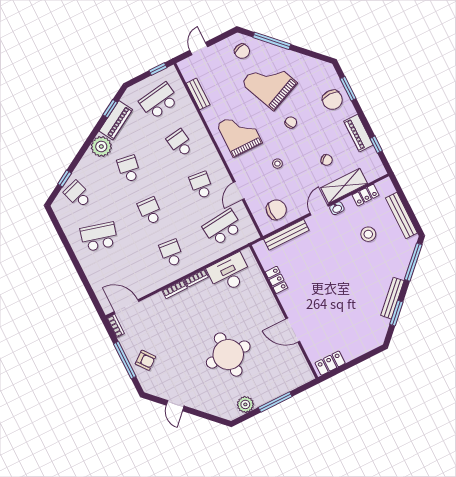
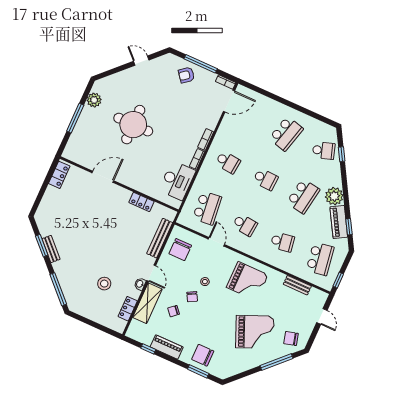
chair: (291, 122) -> (192, 297), moved
school desk: (129, 169) -> (303, 196), width x1.85
bench: (401, 216) -> (92, 315), removed
bench: (392, 298) -> (51, 249), width x0.73

